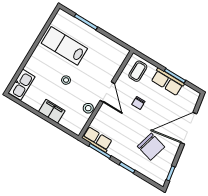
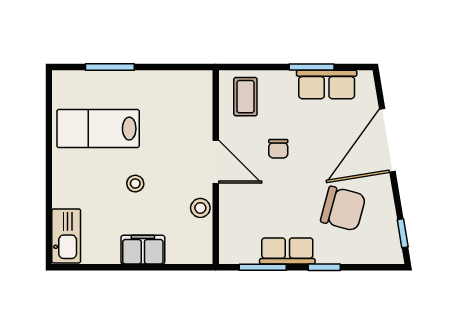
row of seats: (168, 82) -> (327, 84), moved
row of seats: (97, 139) -> (287, 251), moved

